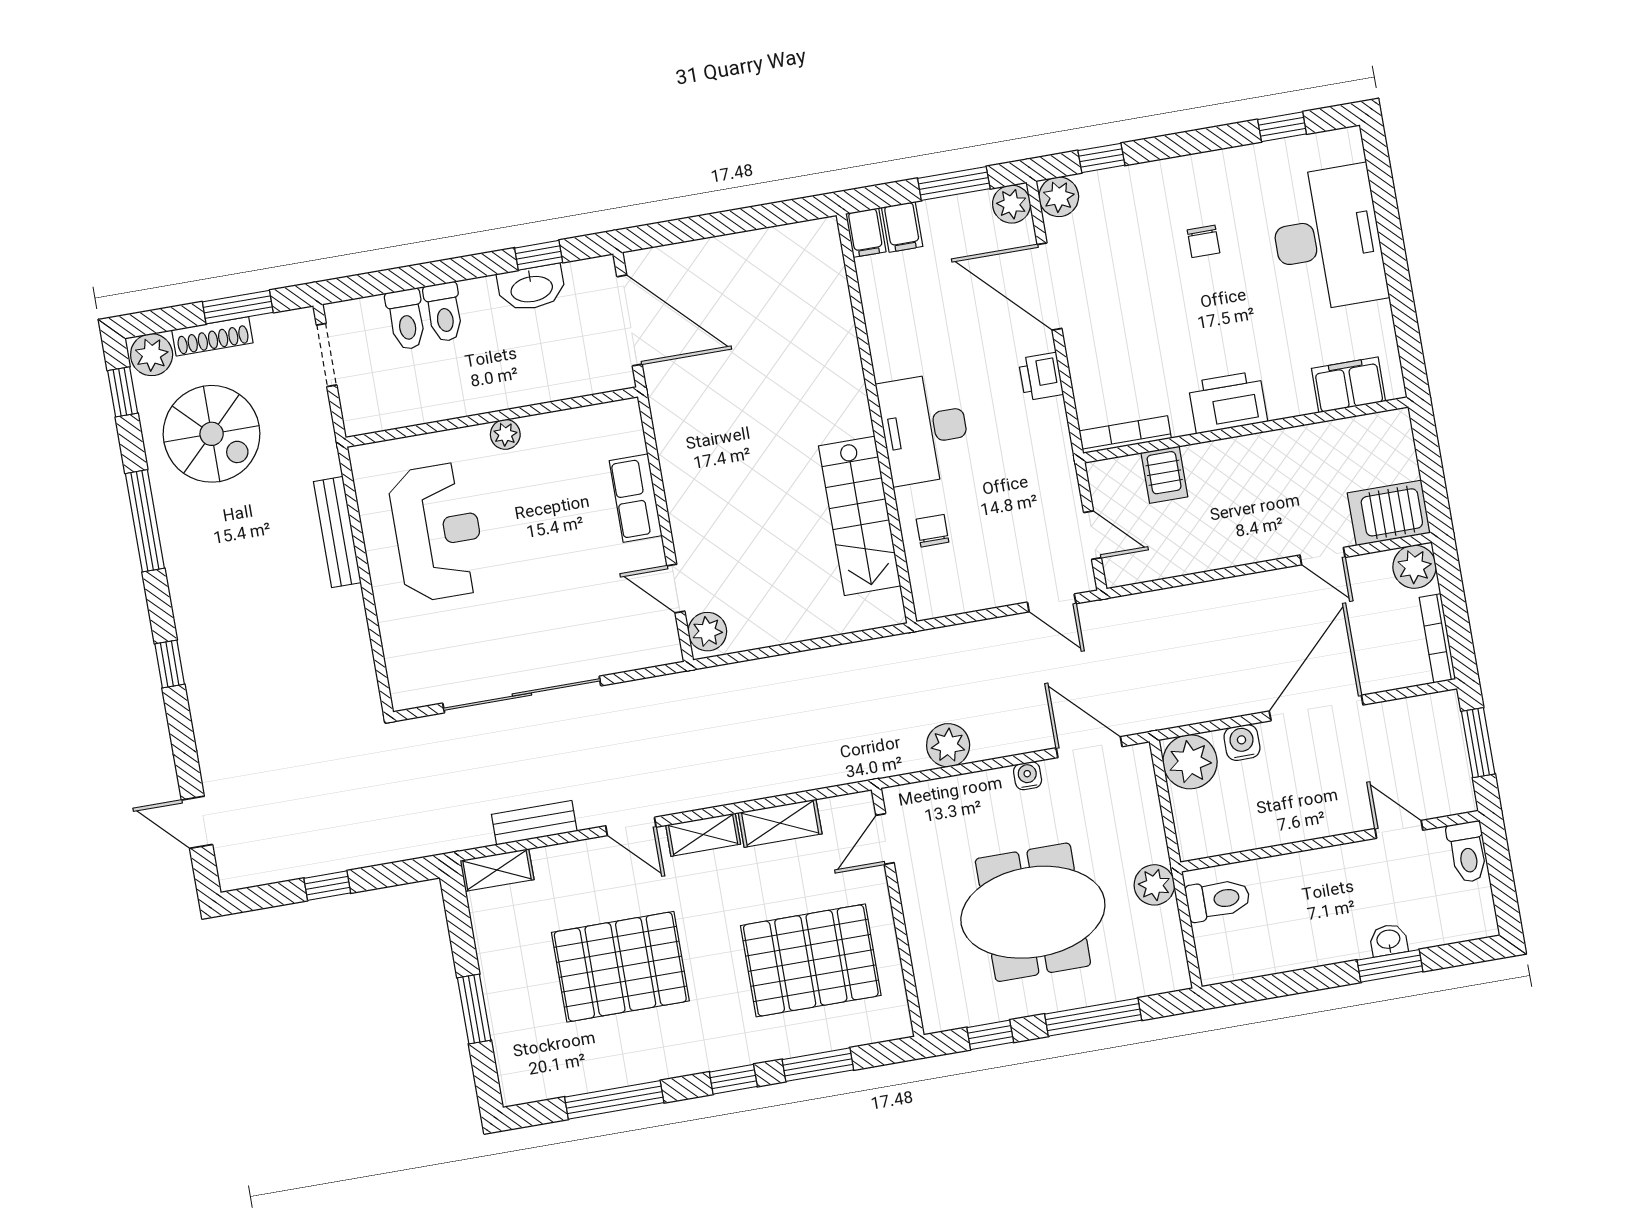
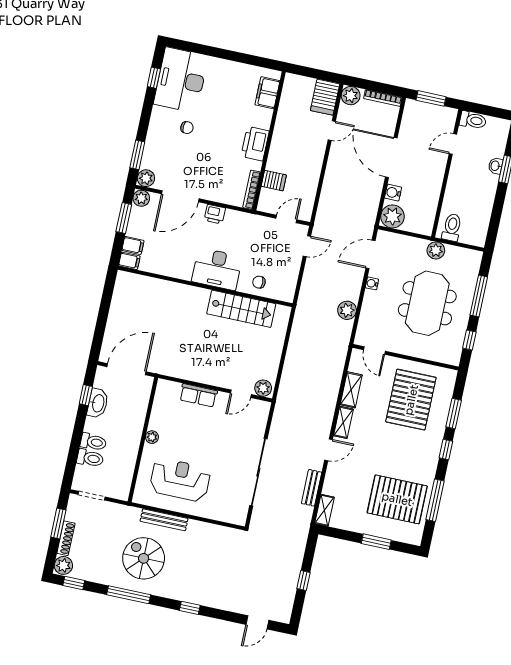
window: (1101, 158) -> (137, 155), width x1.50
desk: (1327, 239) -> (181, 80), moved, turned -90
spiral stairs: (212, 434) -> (144, 558), moved, turned -90
pallet: (620, 967) -> (397, 499), moved, turned 90

